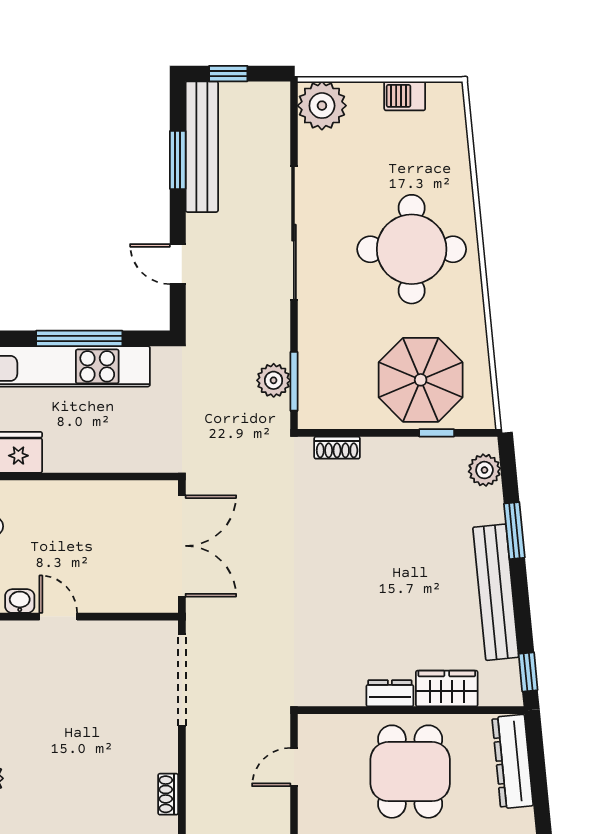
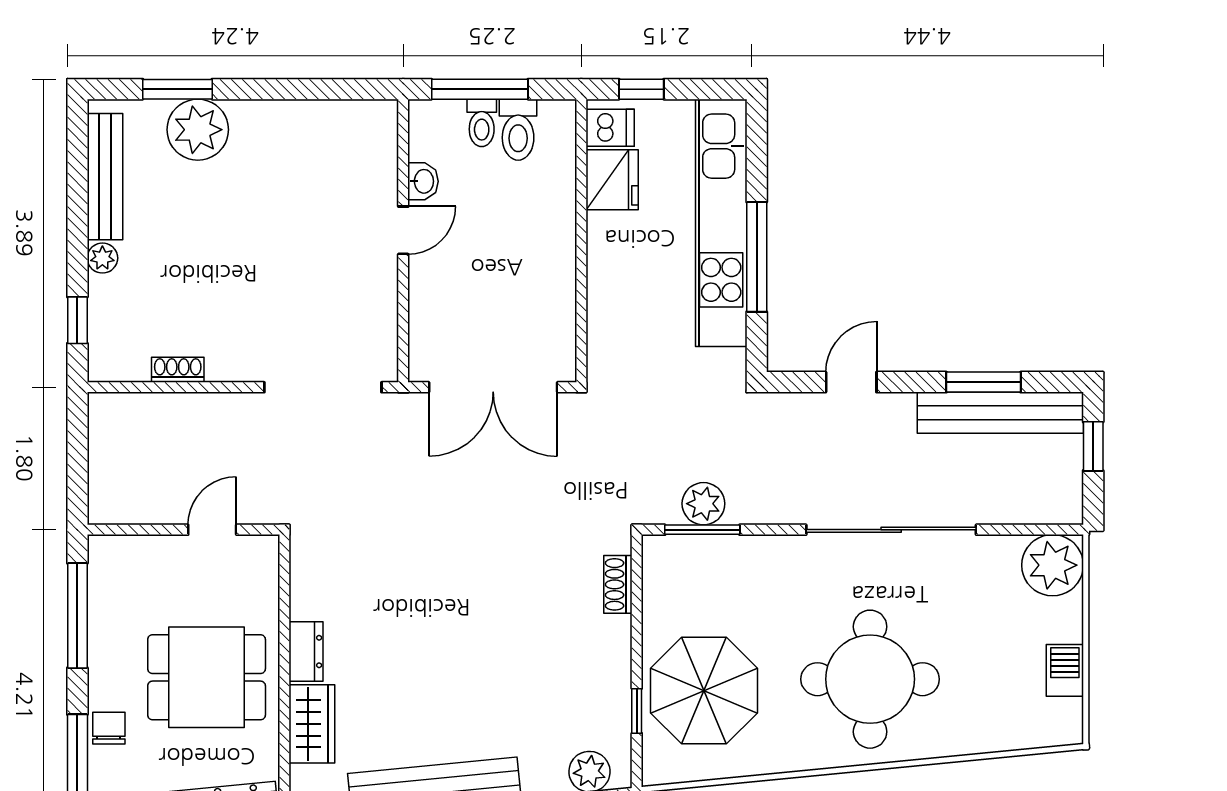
door: (294, 767) -> (212, 530), hinge flipped

